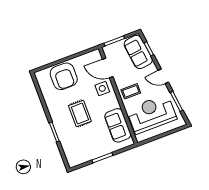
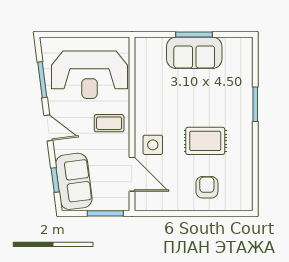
armchair: (64, 76) -> (207, 187), width x0.53, depth x0.53
rug: (80, 114) -> (205, 141), moved, turned 90
sofa: (118, 125) -> (194, 53), moved, turned 90

